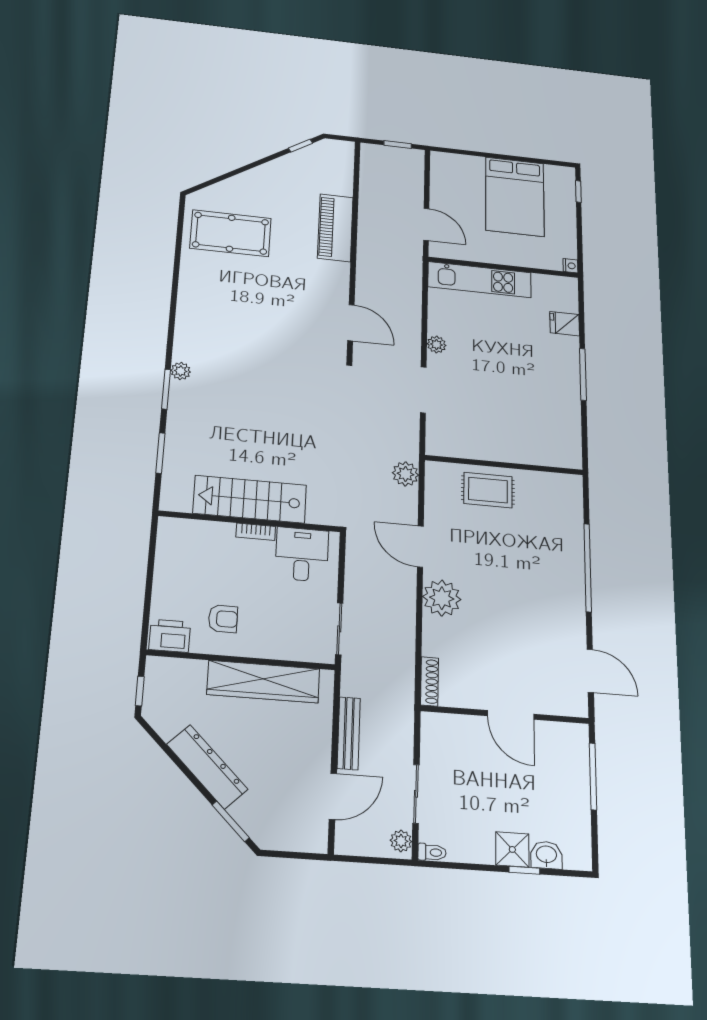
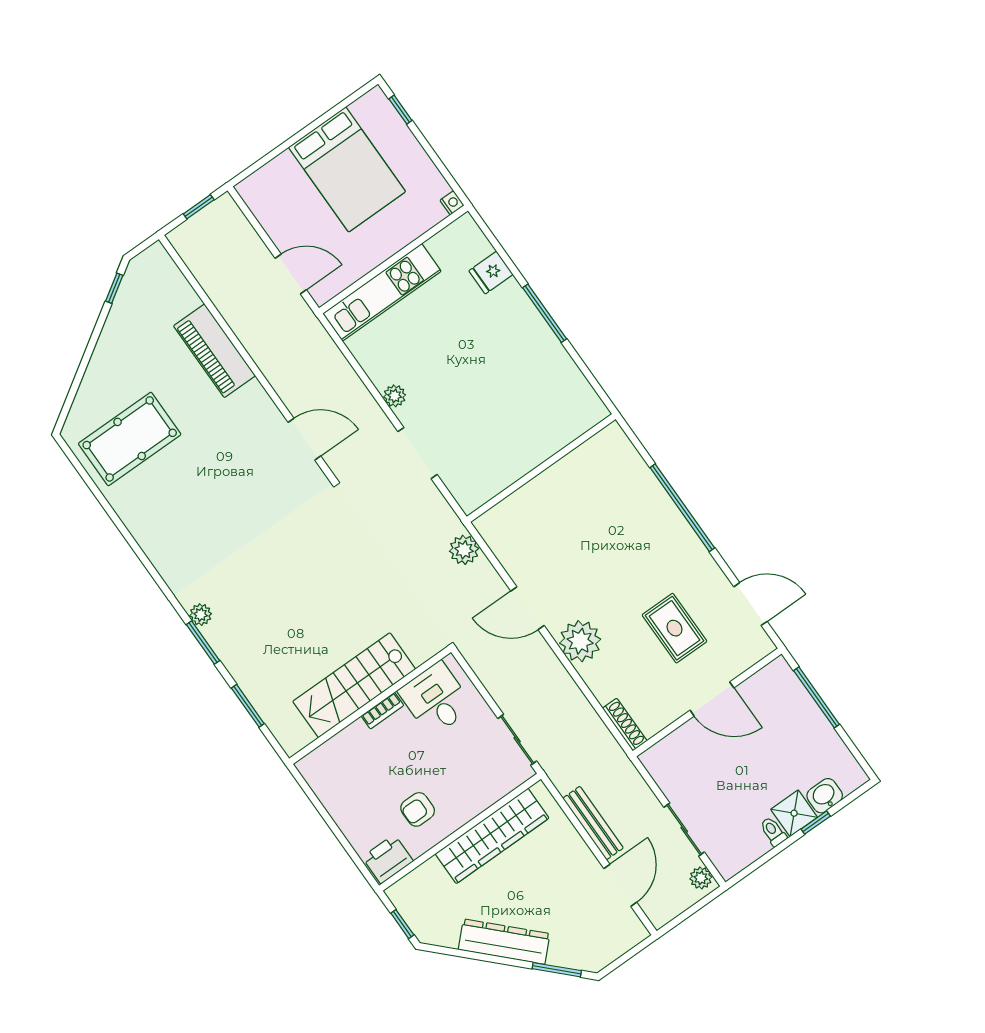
rug: (488, 490) -> (675, 628), moved, turned 90
armchair: (223, 619) -> (418, 809), turned 180
toilet: (432, 852) -> (773, 832), moved, turned -90

